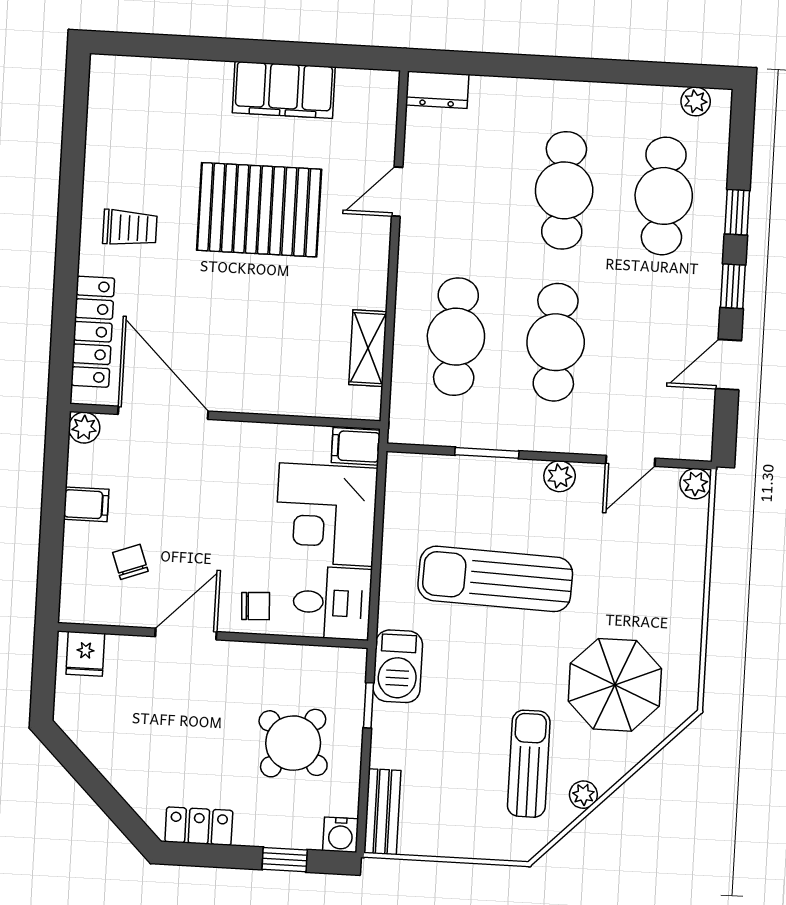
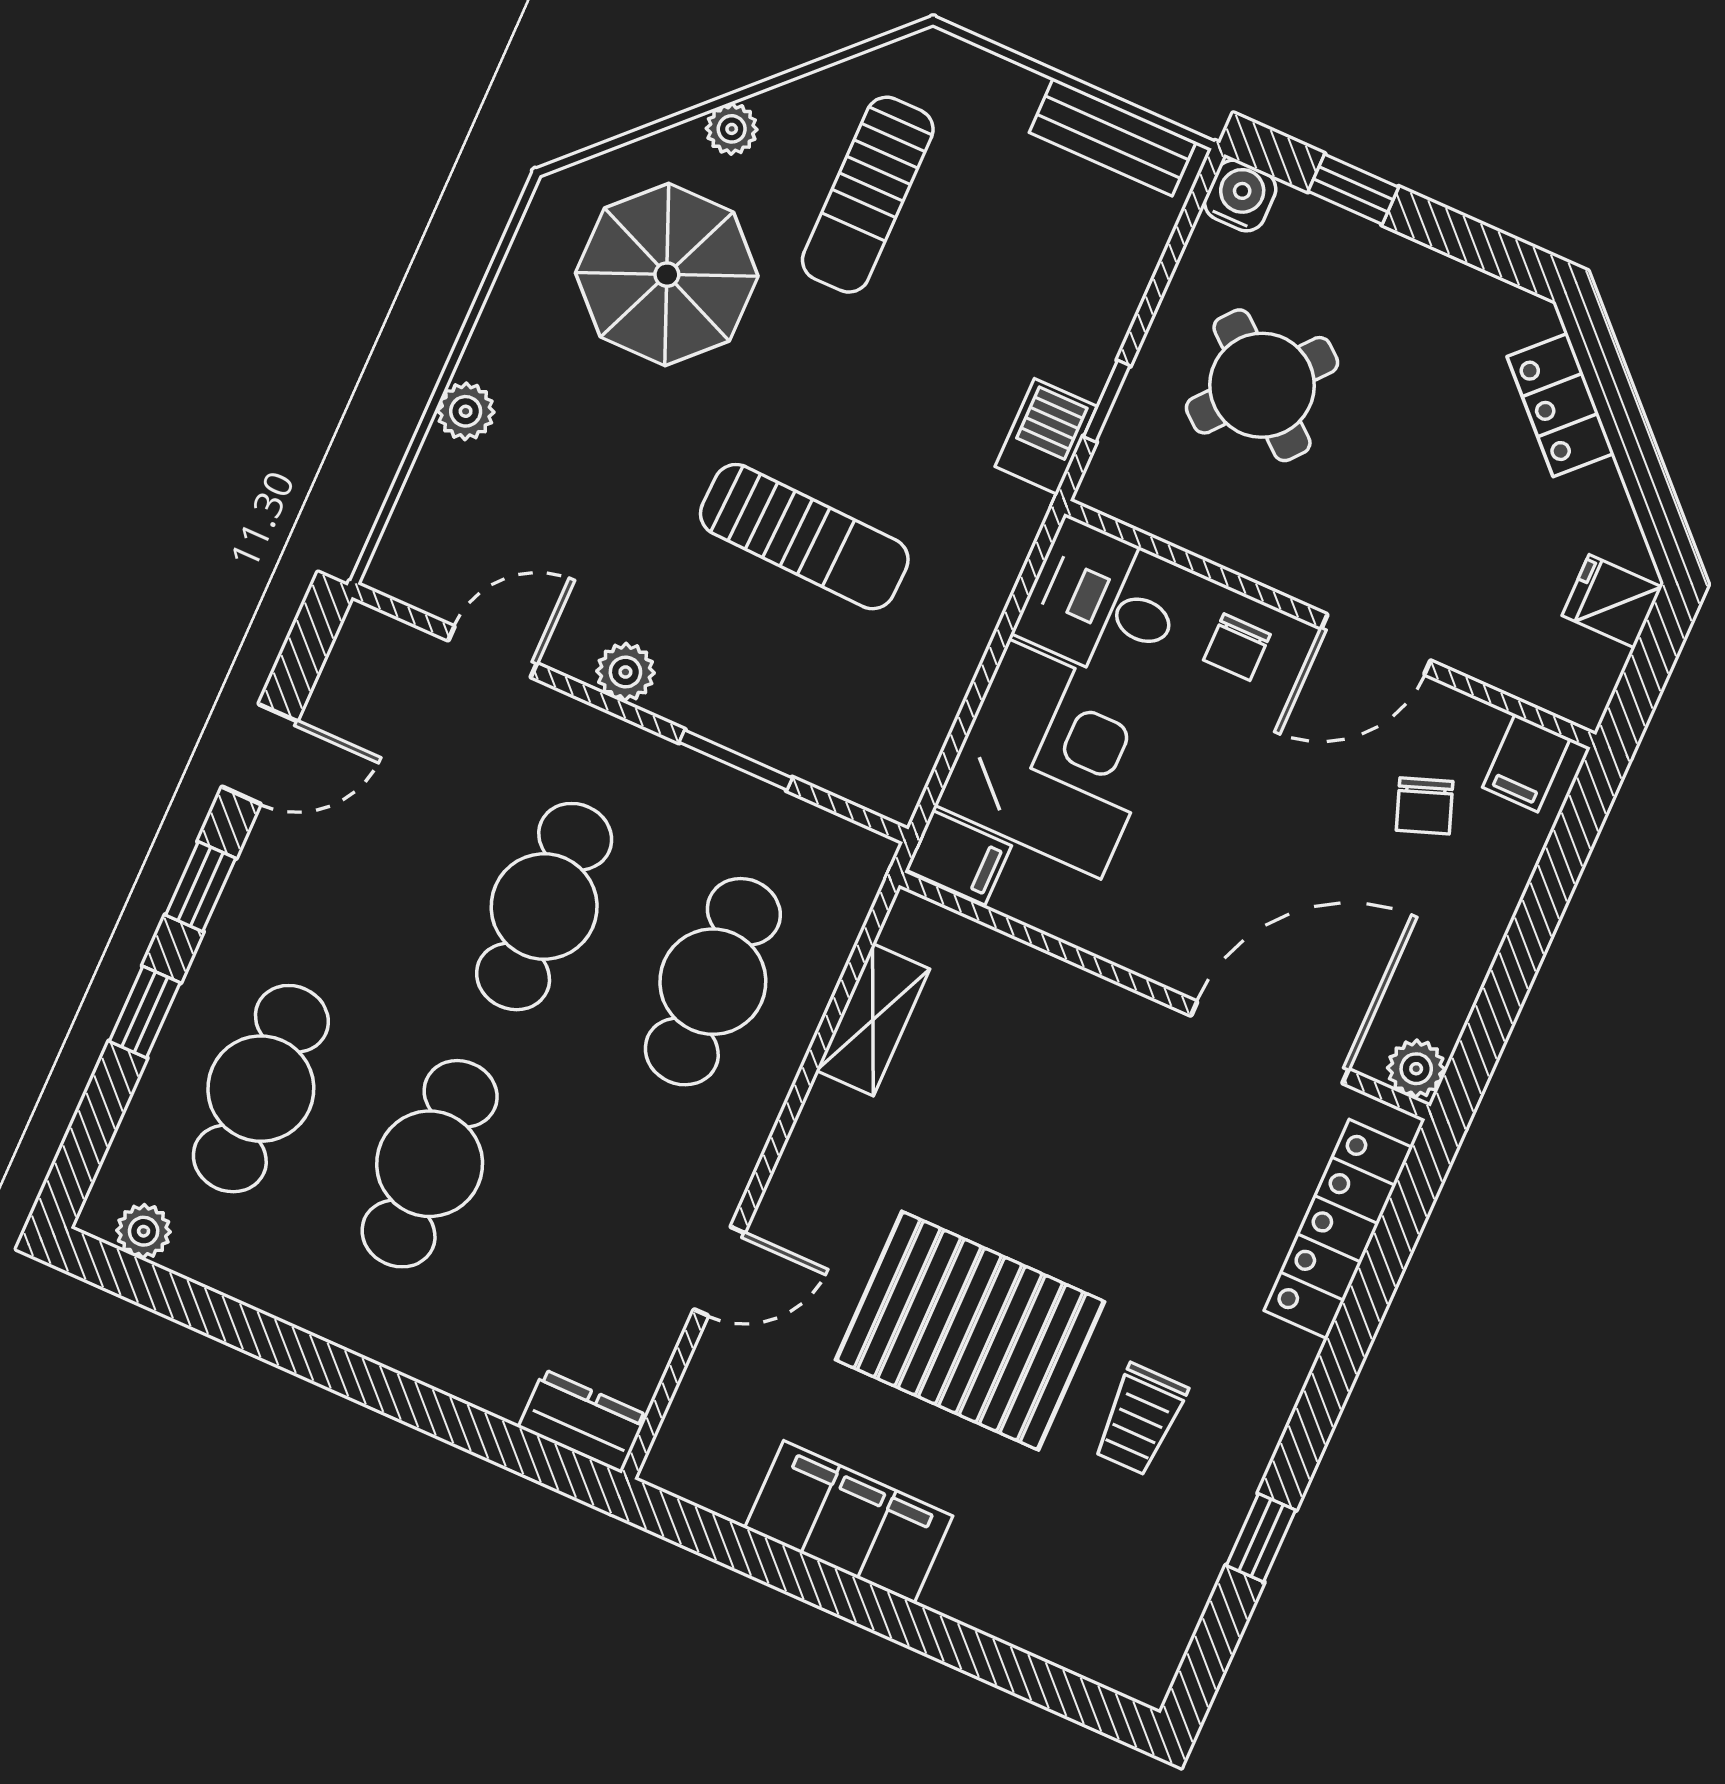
window: (73, 161) -> (1261, 1538), added
trolley: (130, 228) -> (1140, 1420), moved, turned -90
door: (163, 413) -> (1270, 1042), swing flipped
plant: (695, 484) -> (466, 411), moved
filing cabinet: (86, 504) -> (1526, 763), moved, turned -90
sun lounger: (495, 579) -> (804, 537), width x0.73, depth x0.75
chair: (256, 606) -> (1237, 647), turned -87
fridge: (85, 654) -> (1612, 601), moved, turned -90
barbecue: (398, 666) -> (1046, 436), width x0.73, depth x0.79
plant: (583, 795) -> (732, 129), moved
bench: (382, 812) -> (1113, 137), moved, turned 90
locker: (199, 826) -> (1560, 405), moved, turned 45

